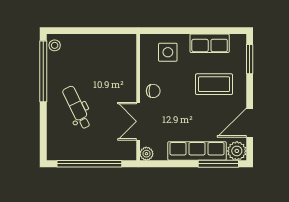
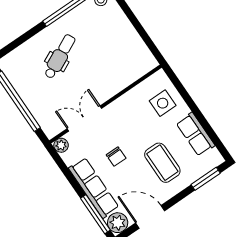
chair: (153, 91) -> (116, 157), moved

